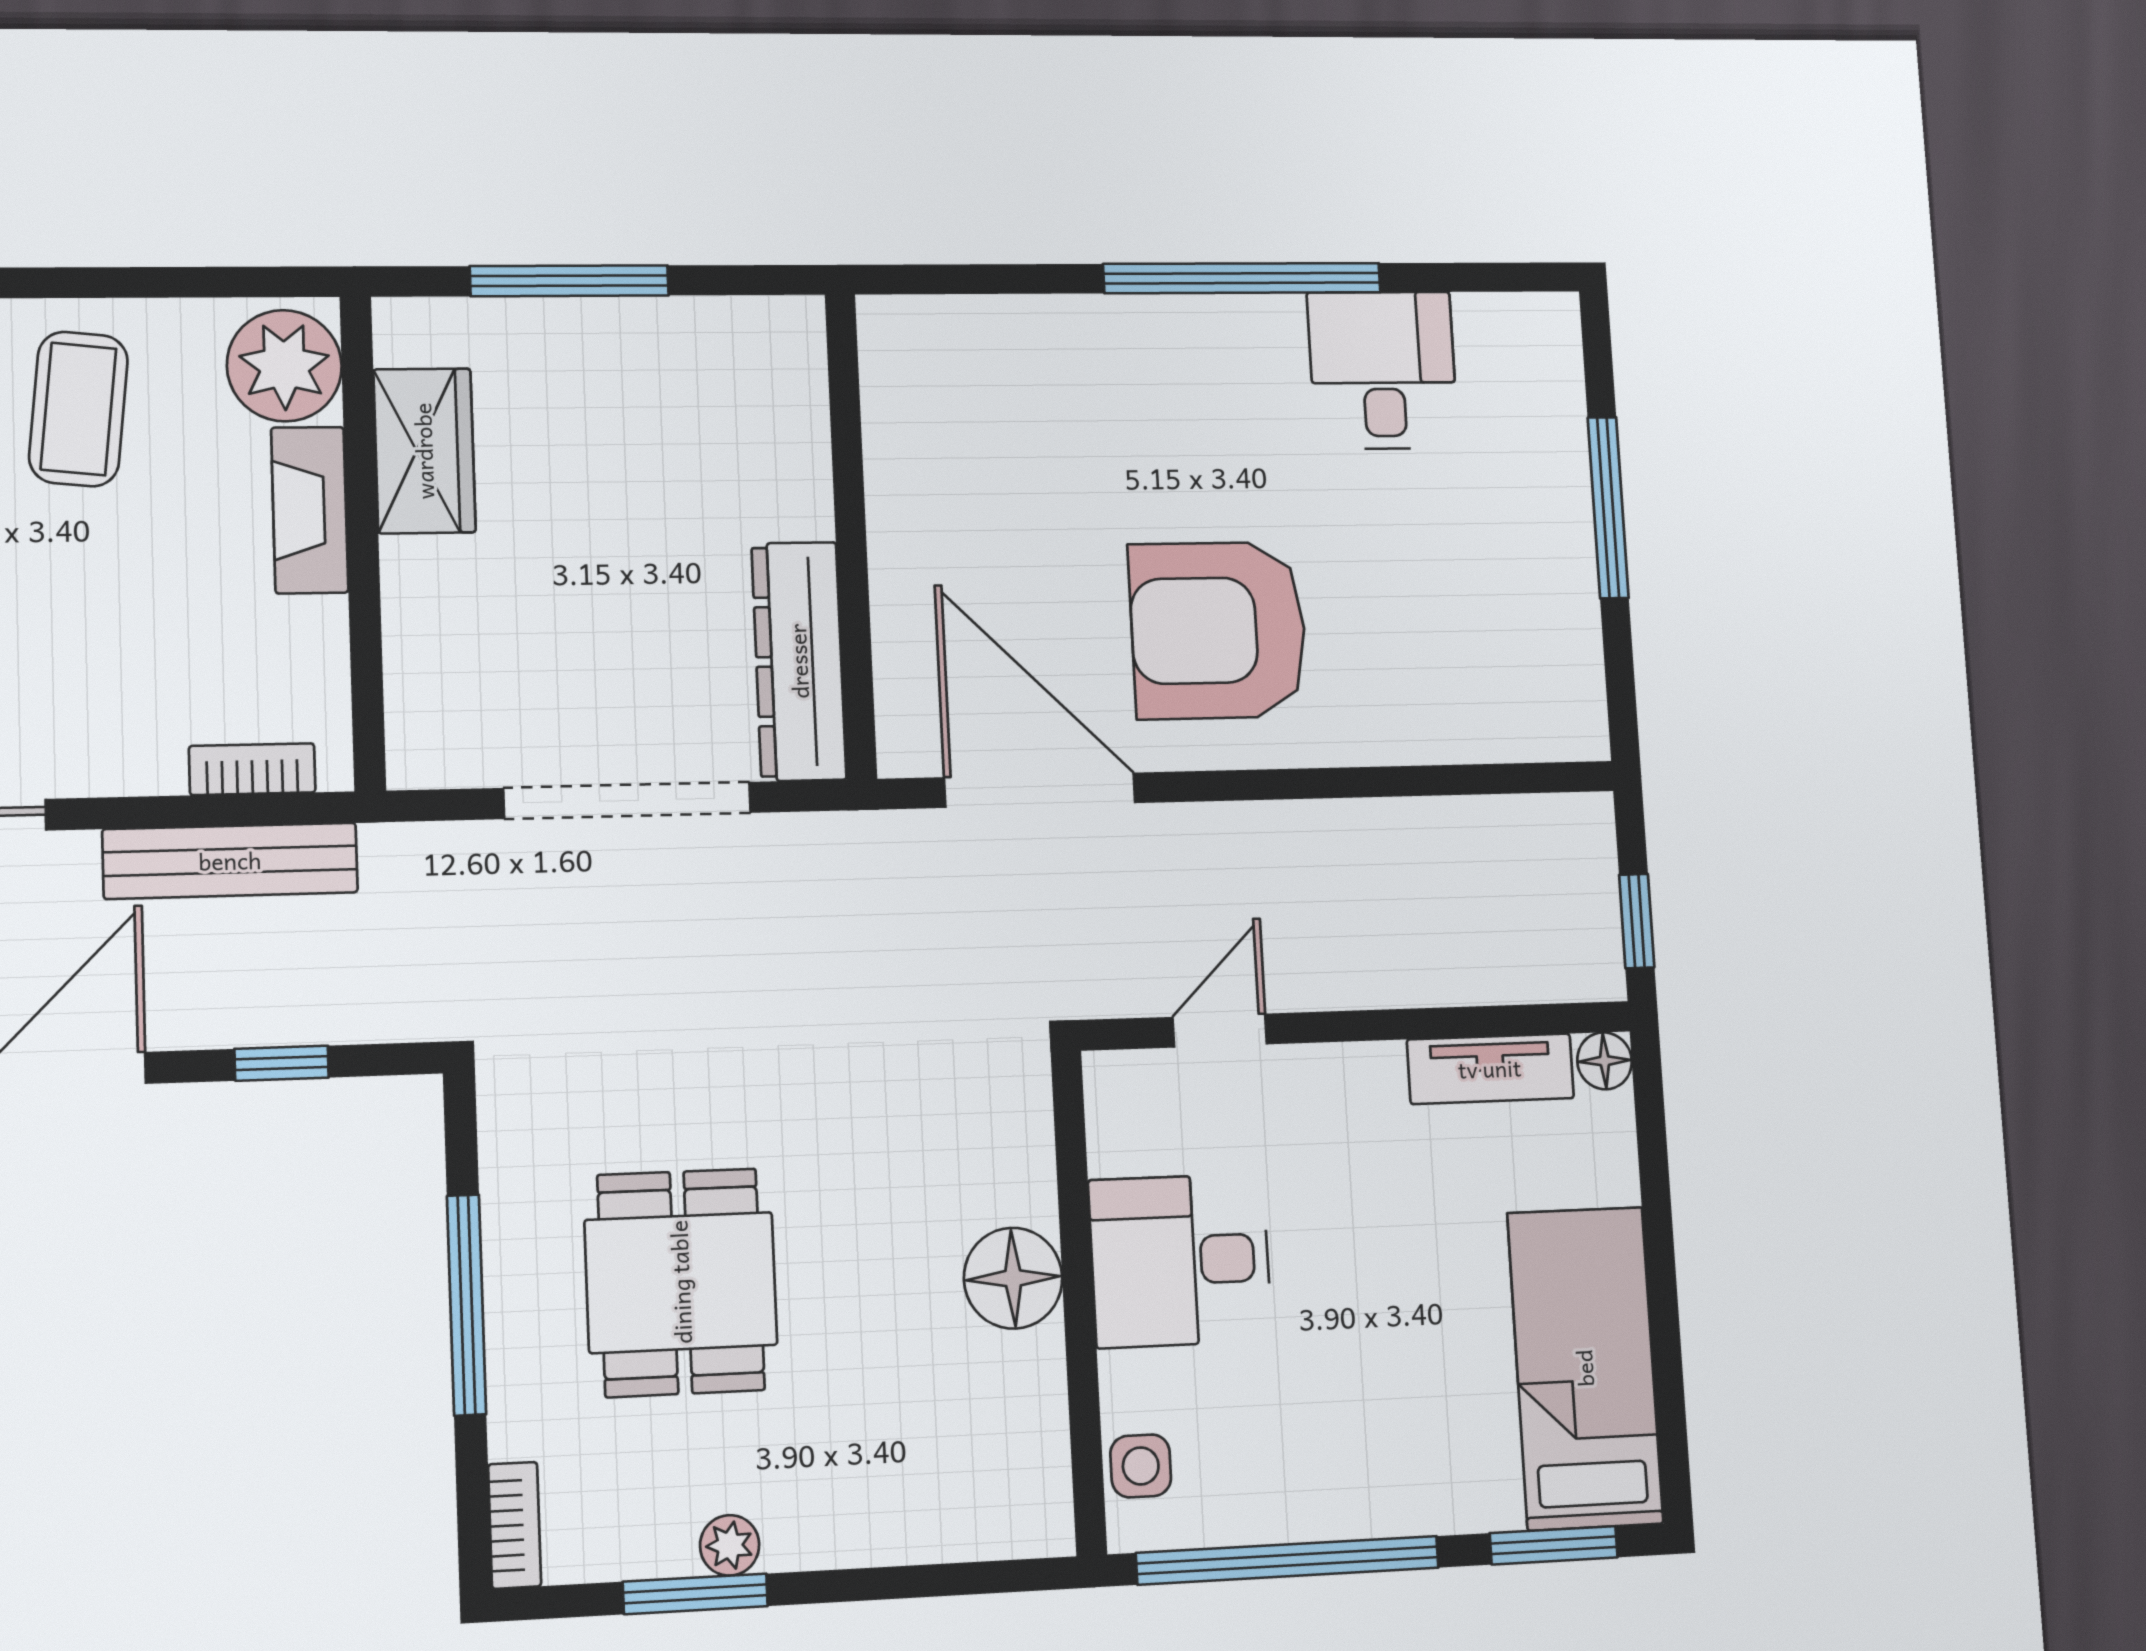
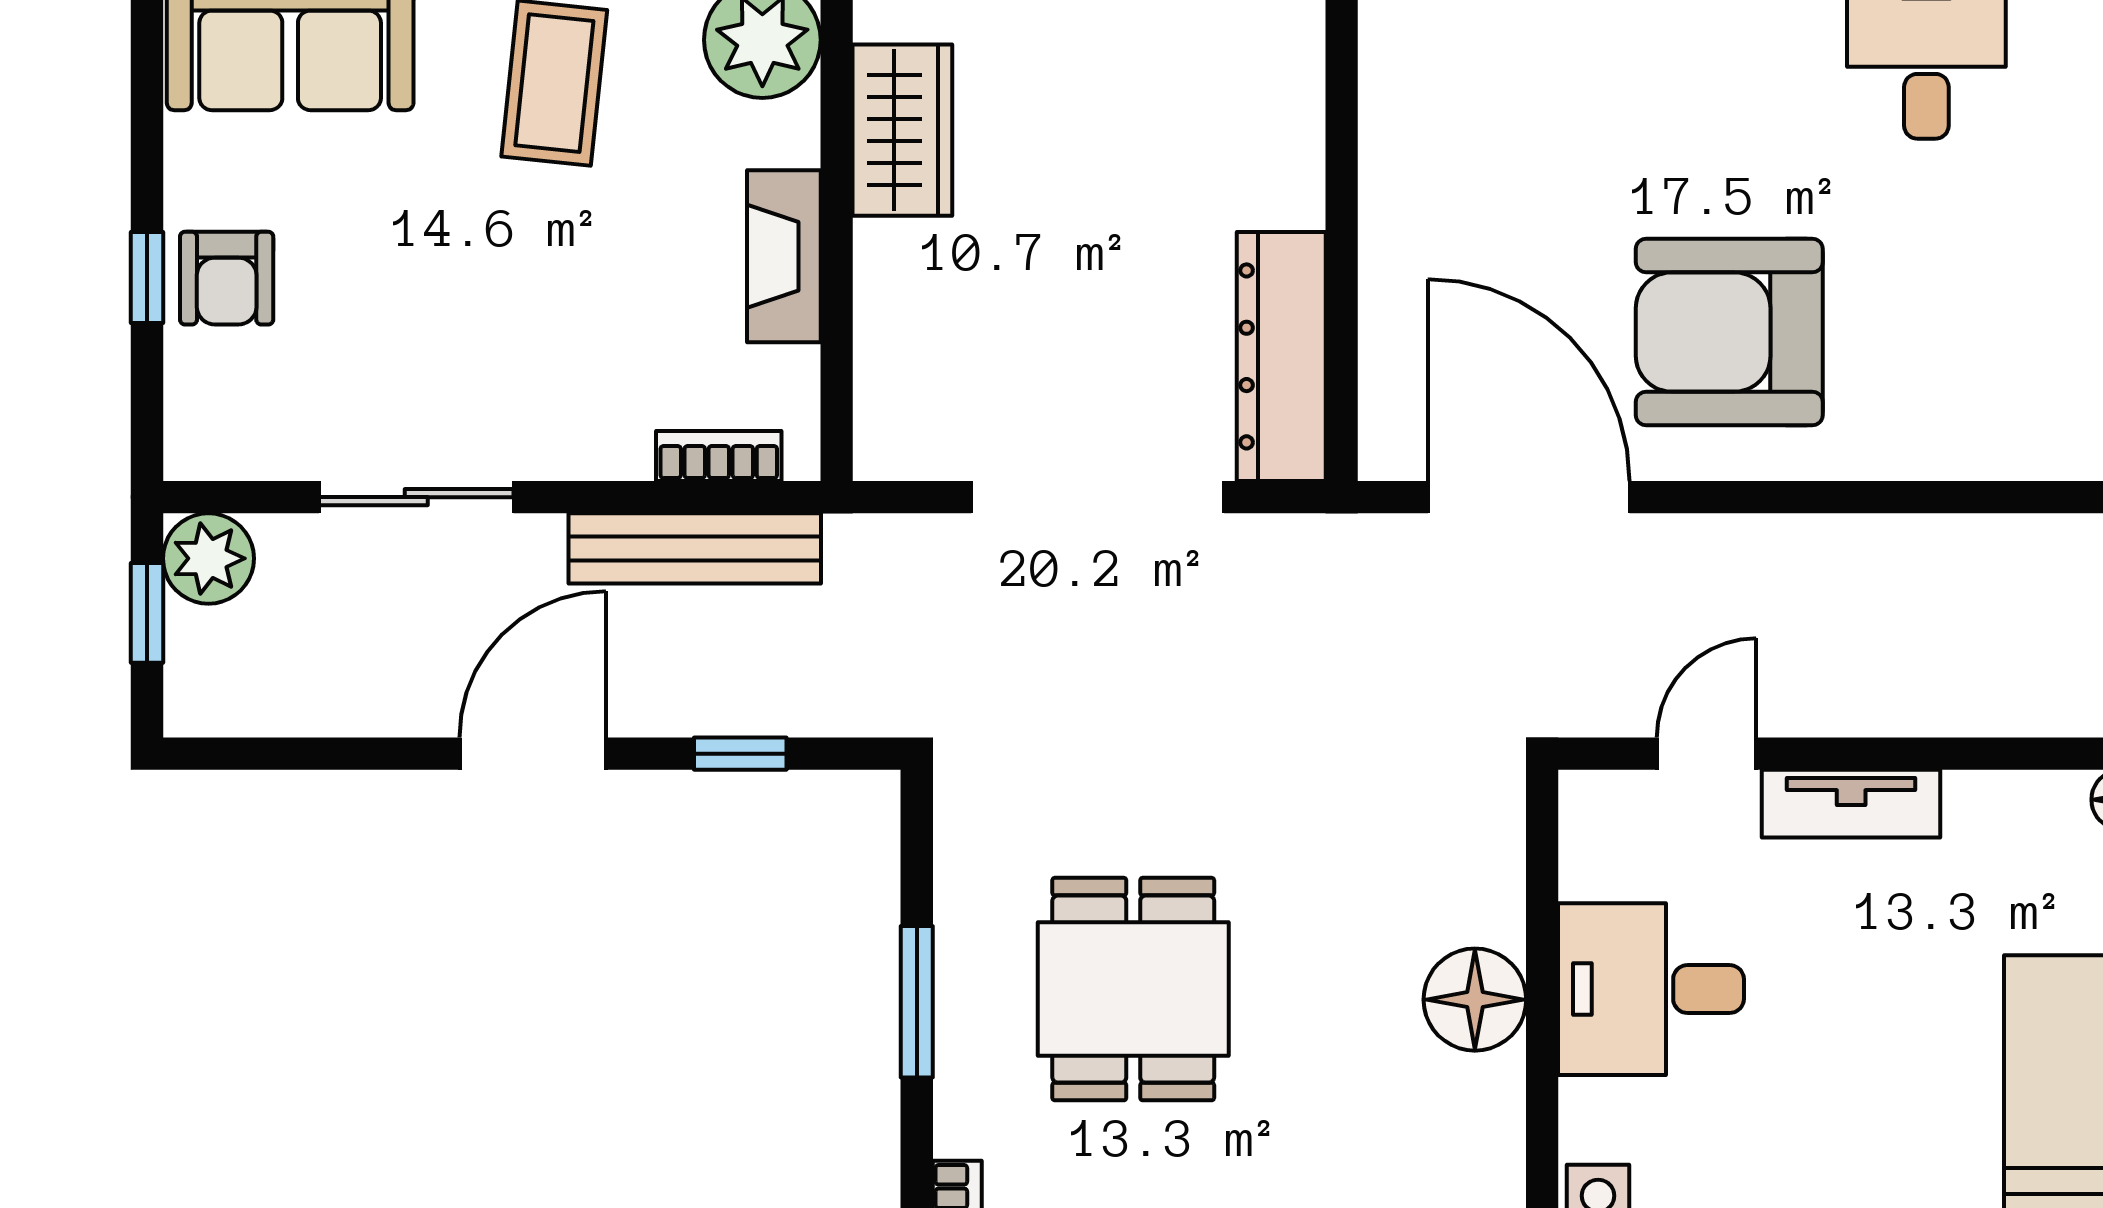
fireplace: (310, 510) -> (784, 256), moved
tv unit: (1490, 1069) -> (1851, 804), moved
window: (467, 1305) -> (917, 1002), width x0.69

